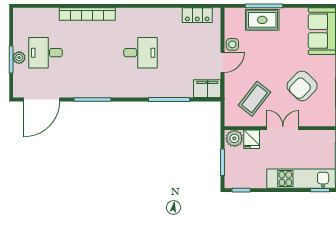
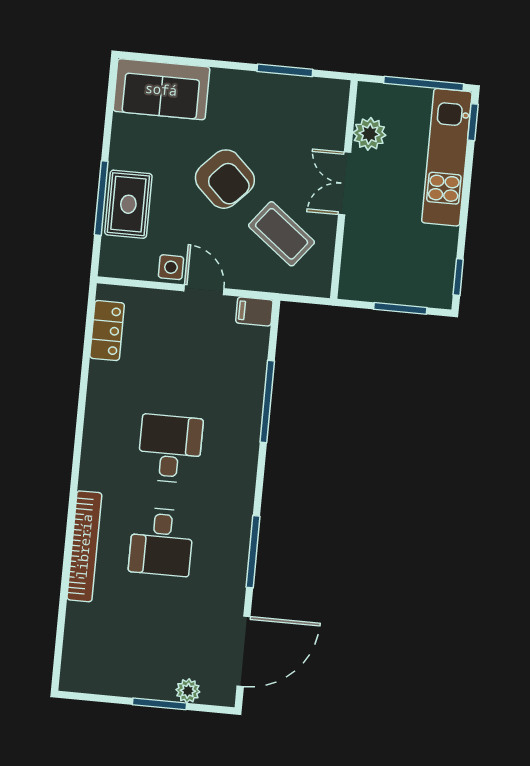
desk: (46, 53) -> (161, 542), moved
plant: (19, 58) -> (188, 691), moved
armchair: (302, 86) -> (225, 179), moved
filing cabinet: (207, 89) -> (254, 311), width x0.50
door: (42, 99) -> (244, 651), hinge flipped
plant: (234, 138) -> (369, 134), moved
fridge: (252, 139) -> (360, 247), removed

